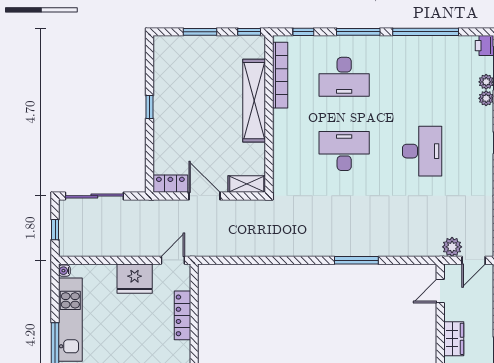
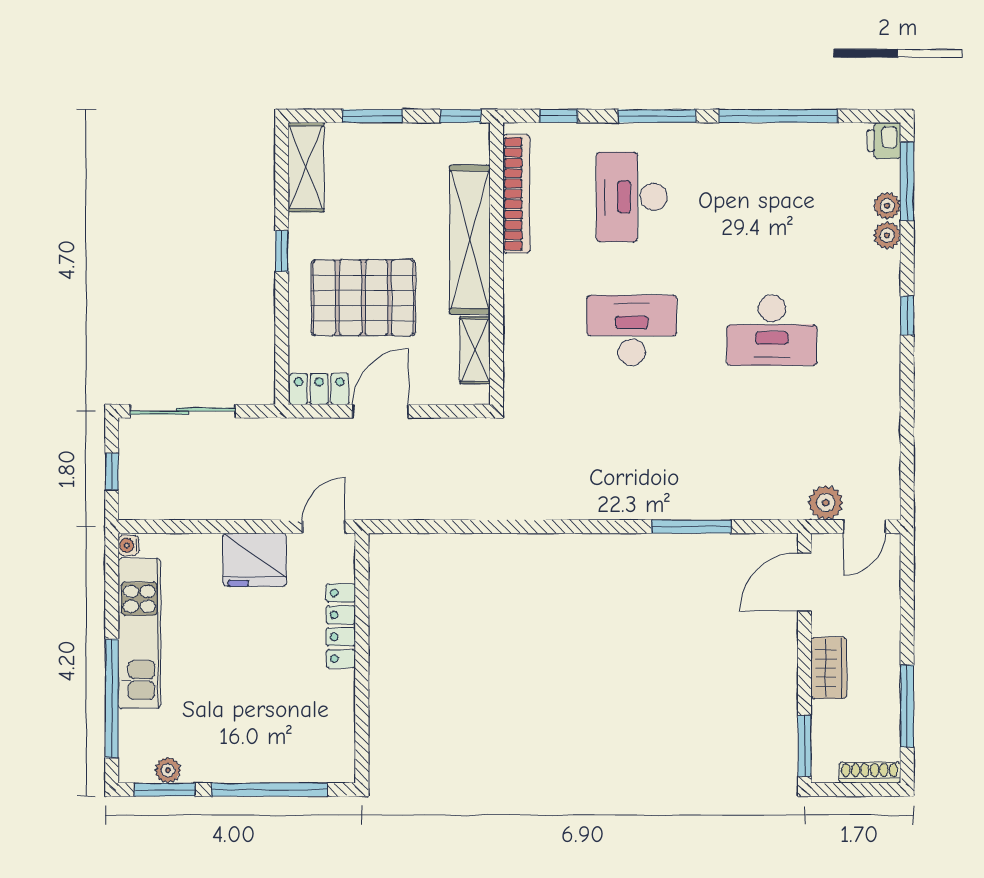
shelving: (163, 60) -> (306, 167), added
desk: (344, 77) -> (632, 197), turned 90
pallet: (195, 133) -> (363, 298), added
desk: (422, 151) -> (772, 330), turned 90
shelving: (247, 184) -> (475, 350), moved, turned 90
door: (204, 196) -> (380, 411), hinge flipped
window: (356, 260) -> (691, 527), moved
door: (440, 291) -> (804, 582), width x1.38

